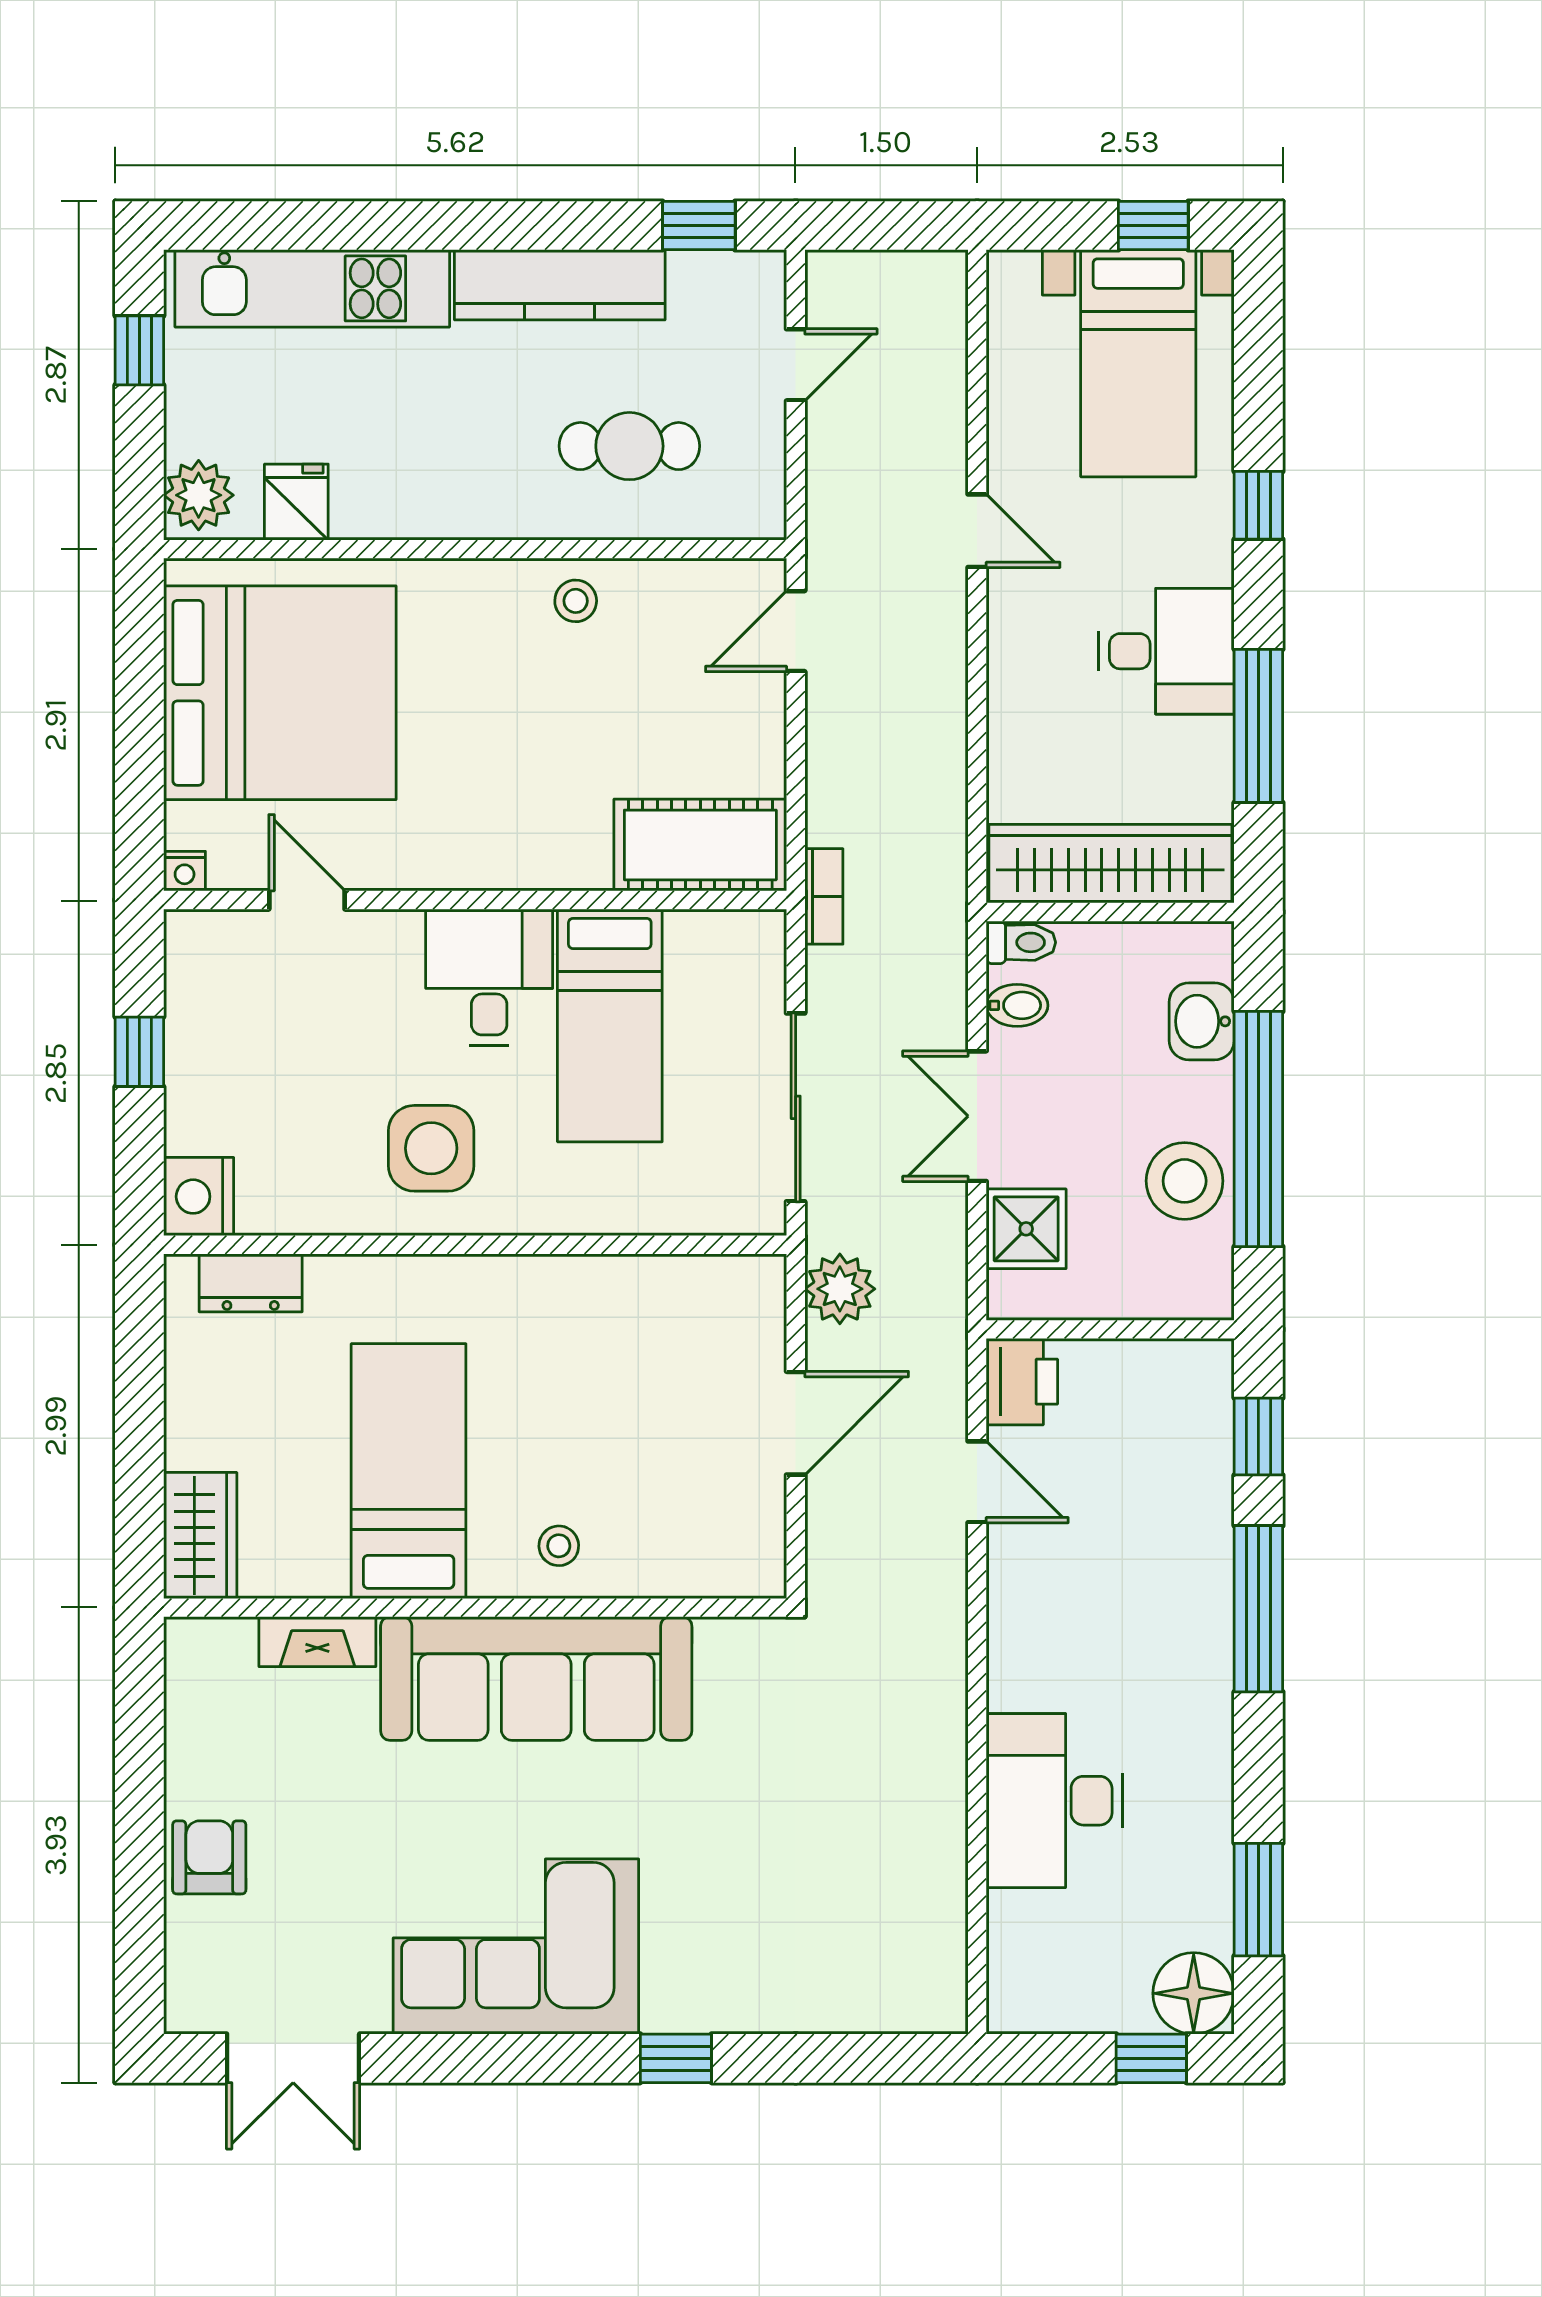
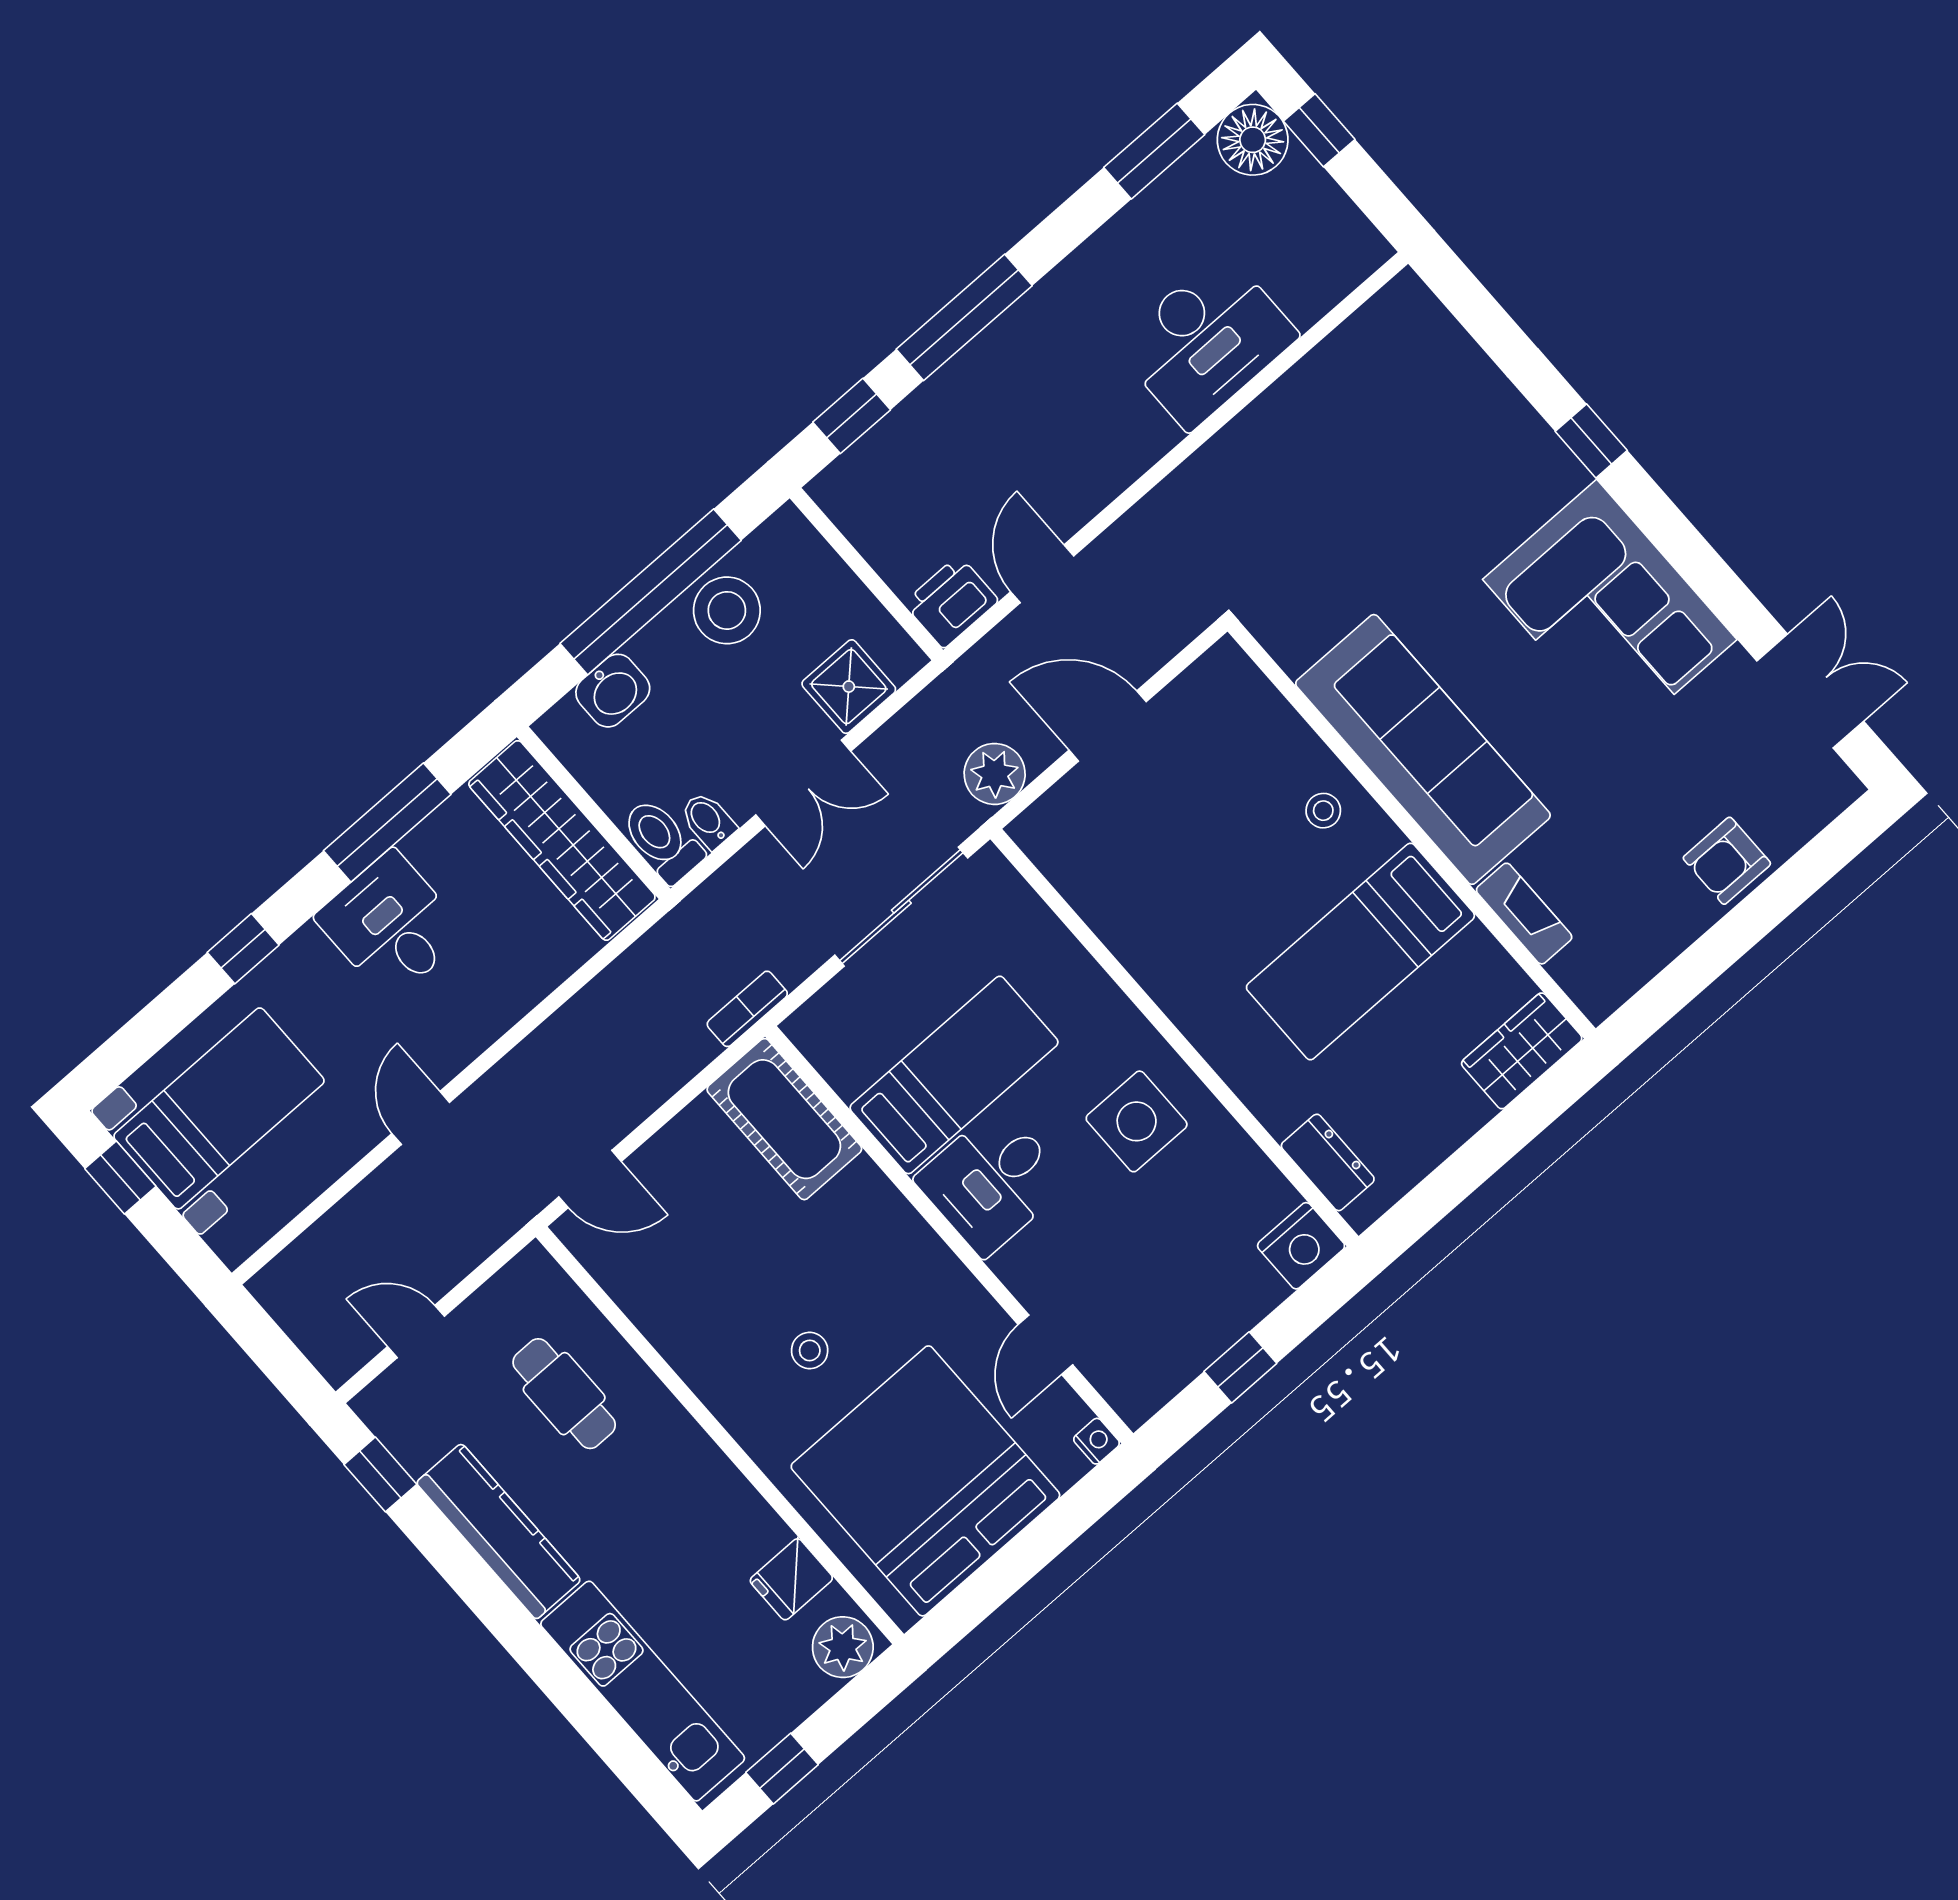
stool: (576, 601) -> (810, 1350), moved
toilet: (1021, 942) -> (662, 841), width x1.37, depth x1.39

